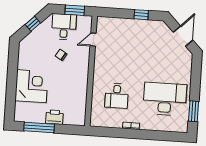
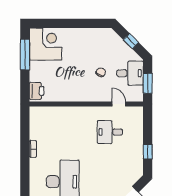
corner desk: (32, 86) -> (46, 44), moved, turned -90
desk: (117, 96) -> (110, 132), moved
printer: (55, 117) -> (37, 91), moved

